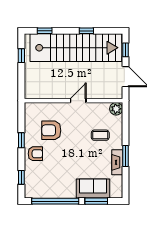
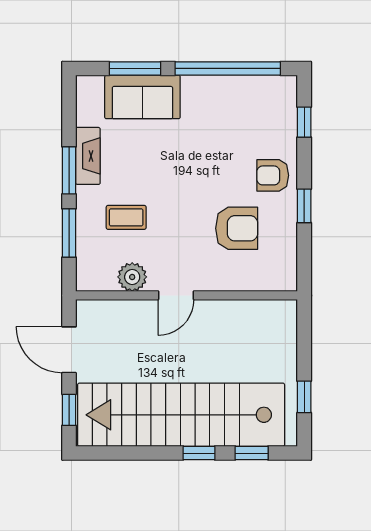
window: (86, 31) -> (199, 453), moved
plant: (116, 109) -> (132, 277), moved
window: (126, 128) -> (69, 233), added

